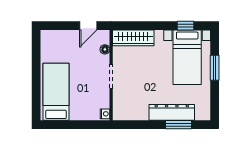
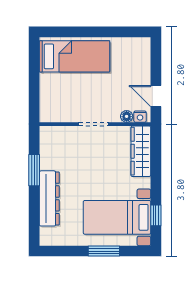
nightstand: (105, 114) -> (140, 117), moved
window: (178, 125) -> (34, 170), moved

